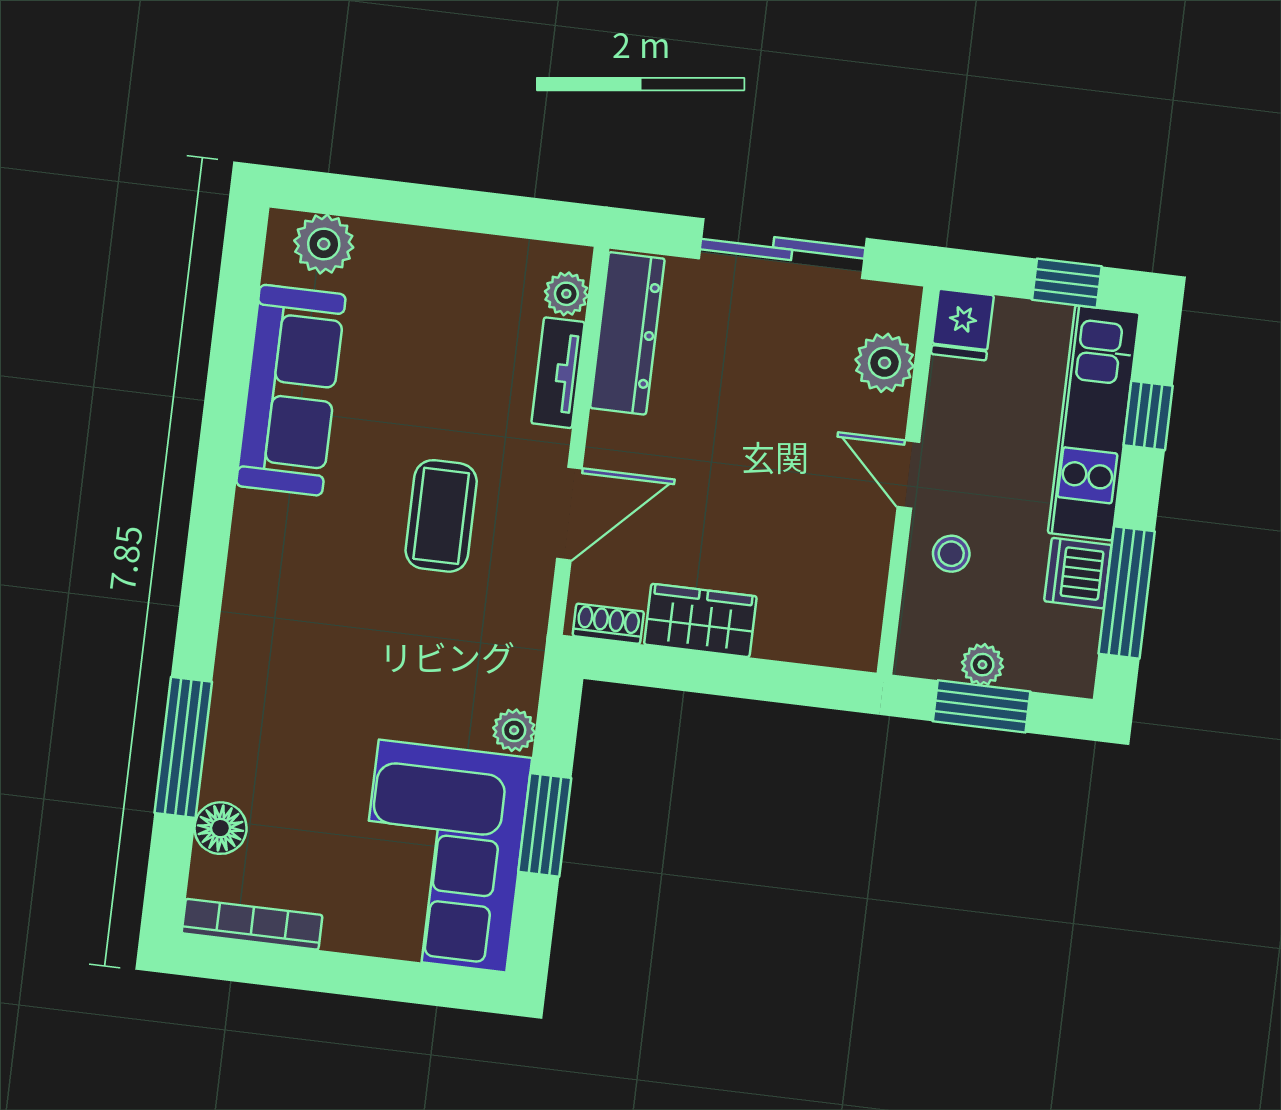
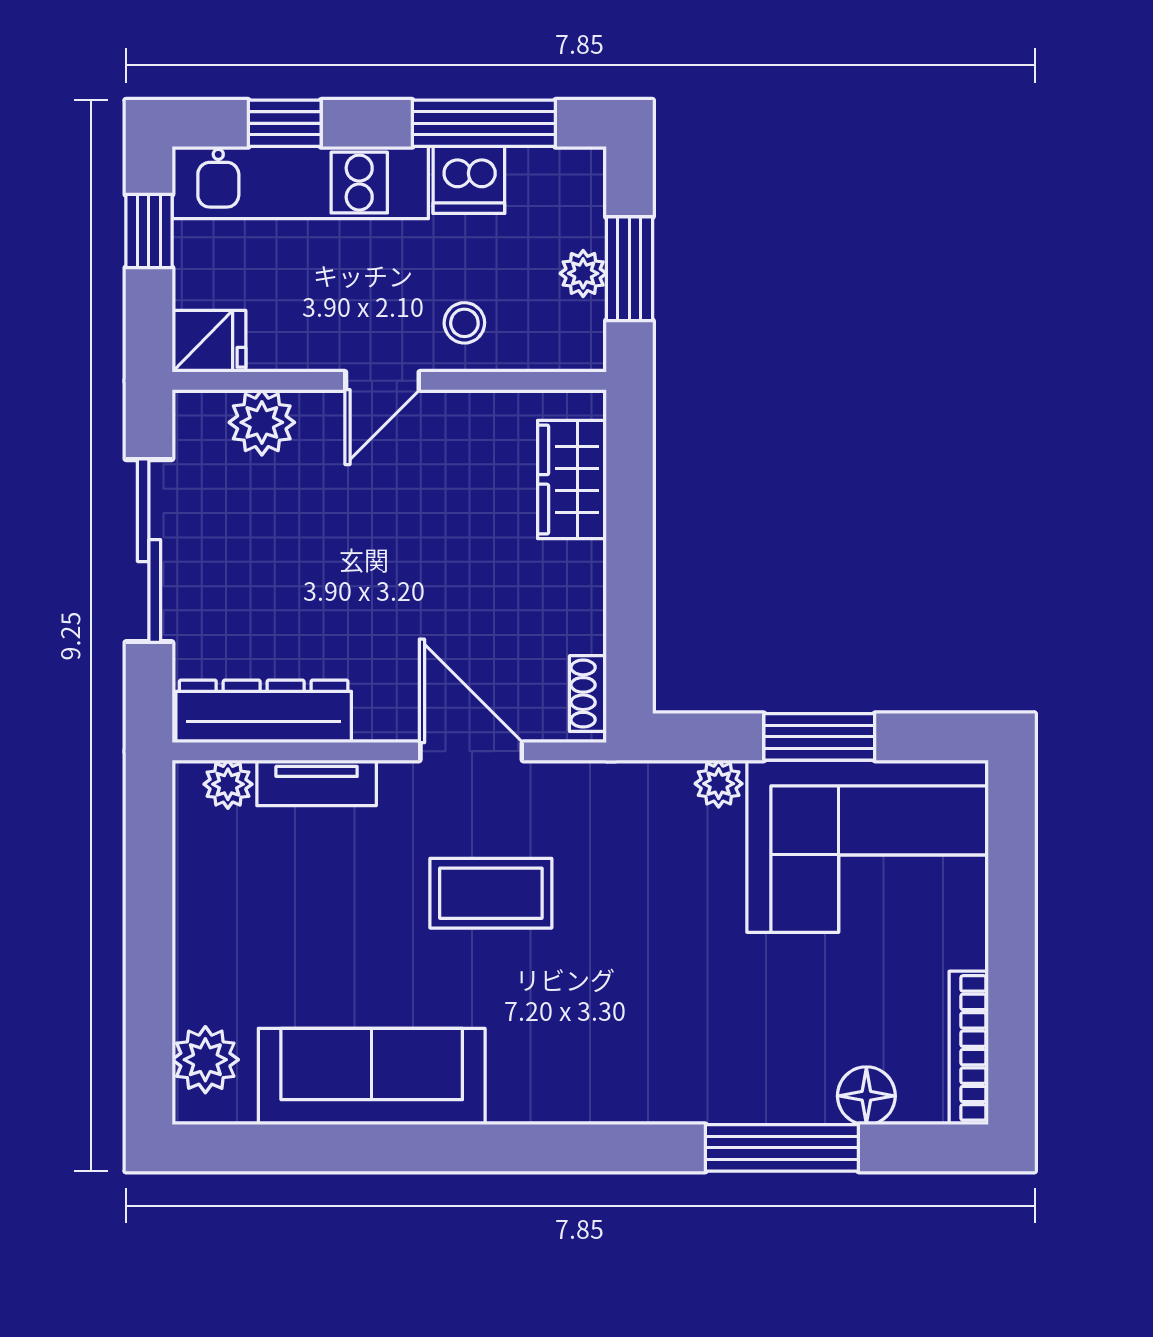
wardrobe: (700, 620) -> (572, 479), moved

